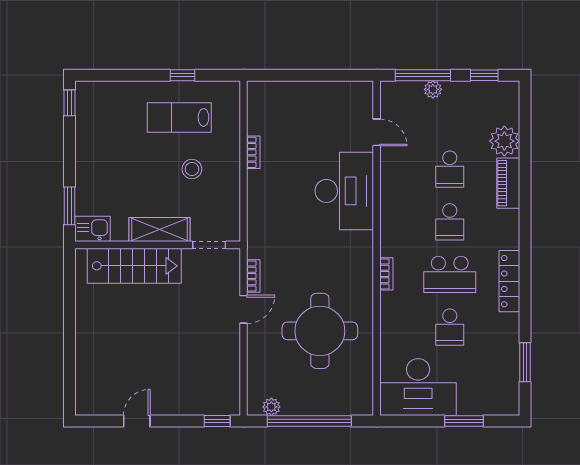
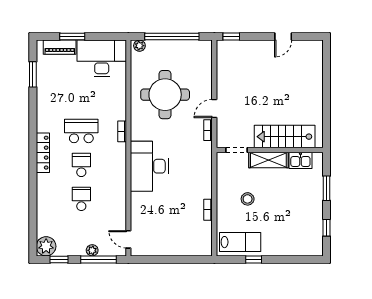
window: (69, 103) -> (326, 228), moved
lab bench: (179, 117) -> (240, 242), moved
door: (377, 132) -> (128, 239), moved
plant: (504, 141) -> (46, 246), moved
piano: (508, 183) -> (60, 47), moved, turned 90
desk: (344, 191) -> (149, 166), moved
window: (69, 206) -> (326, 188), moved
kitchen sink: (92, 229) -> (300, 160), moved
locker: (509, 281) -> (43, 153), moved
school desk: (450, 327) -> (81, 97), removed
plant: (271, 407) -> (139, 46), moved

